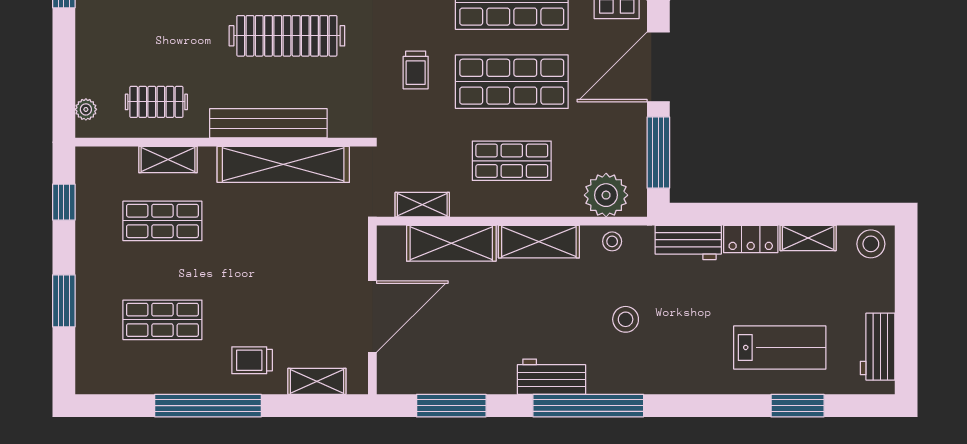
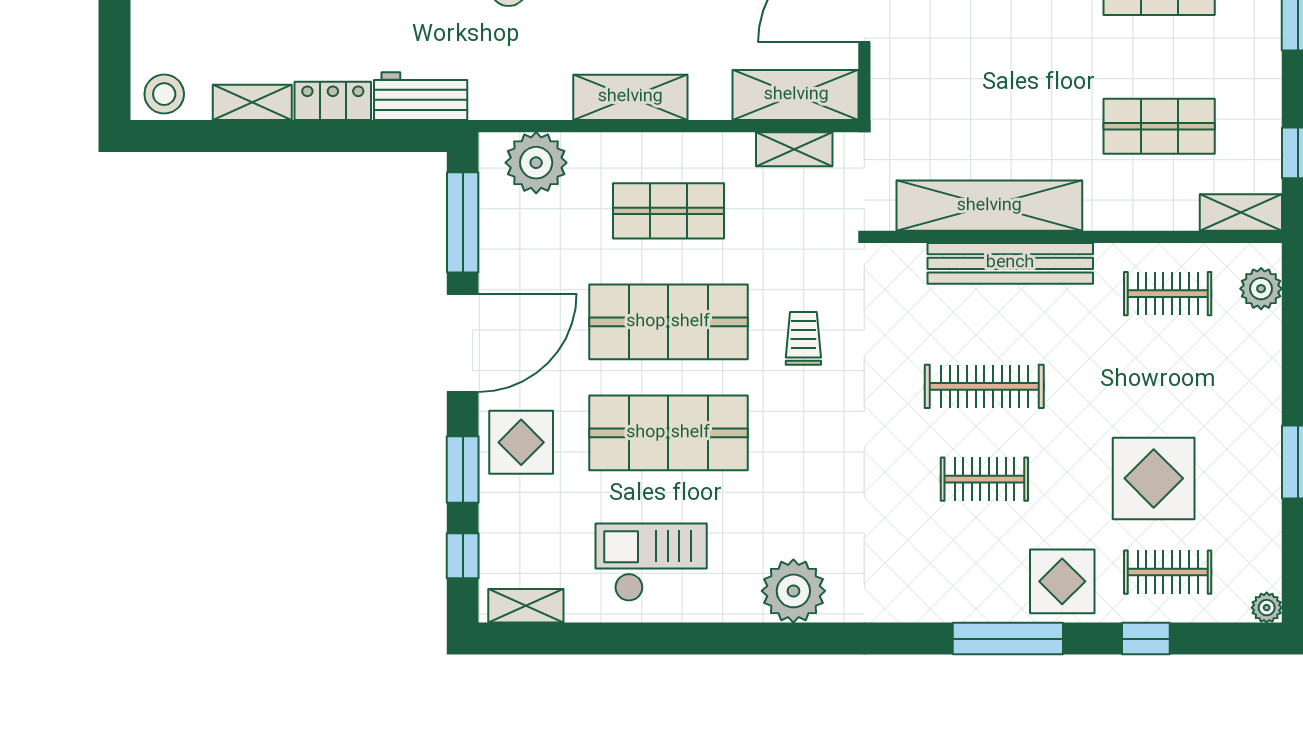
clothes rail: (287, 36) -> (984, 386), width x0.73, depth x0.76
plant: (86, 109) -> (1261, 289), width x1.38, depth x1.38
shelving: (168, 160) -> (1241, 213), moved
stool: (612, 241) -> (528, 98), removed
shelving: (451, 243) -> (796, 95), moved

